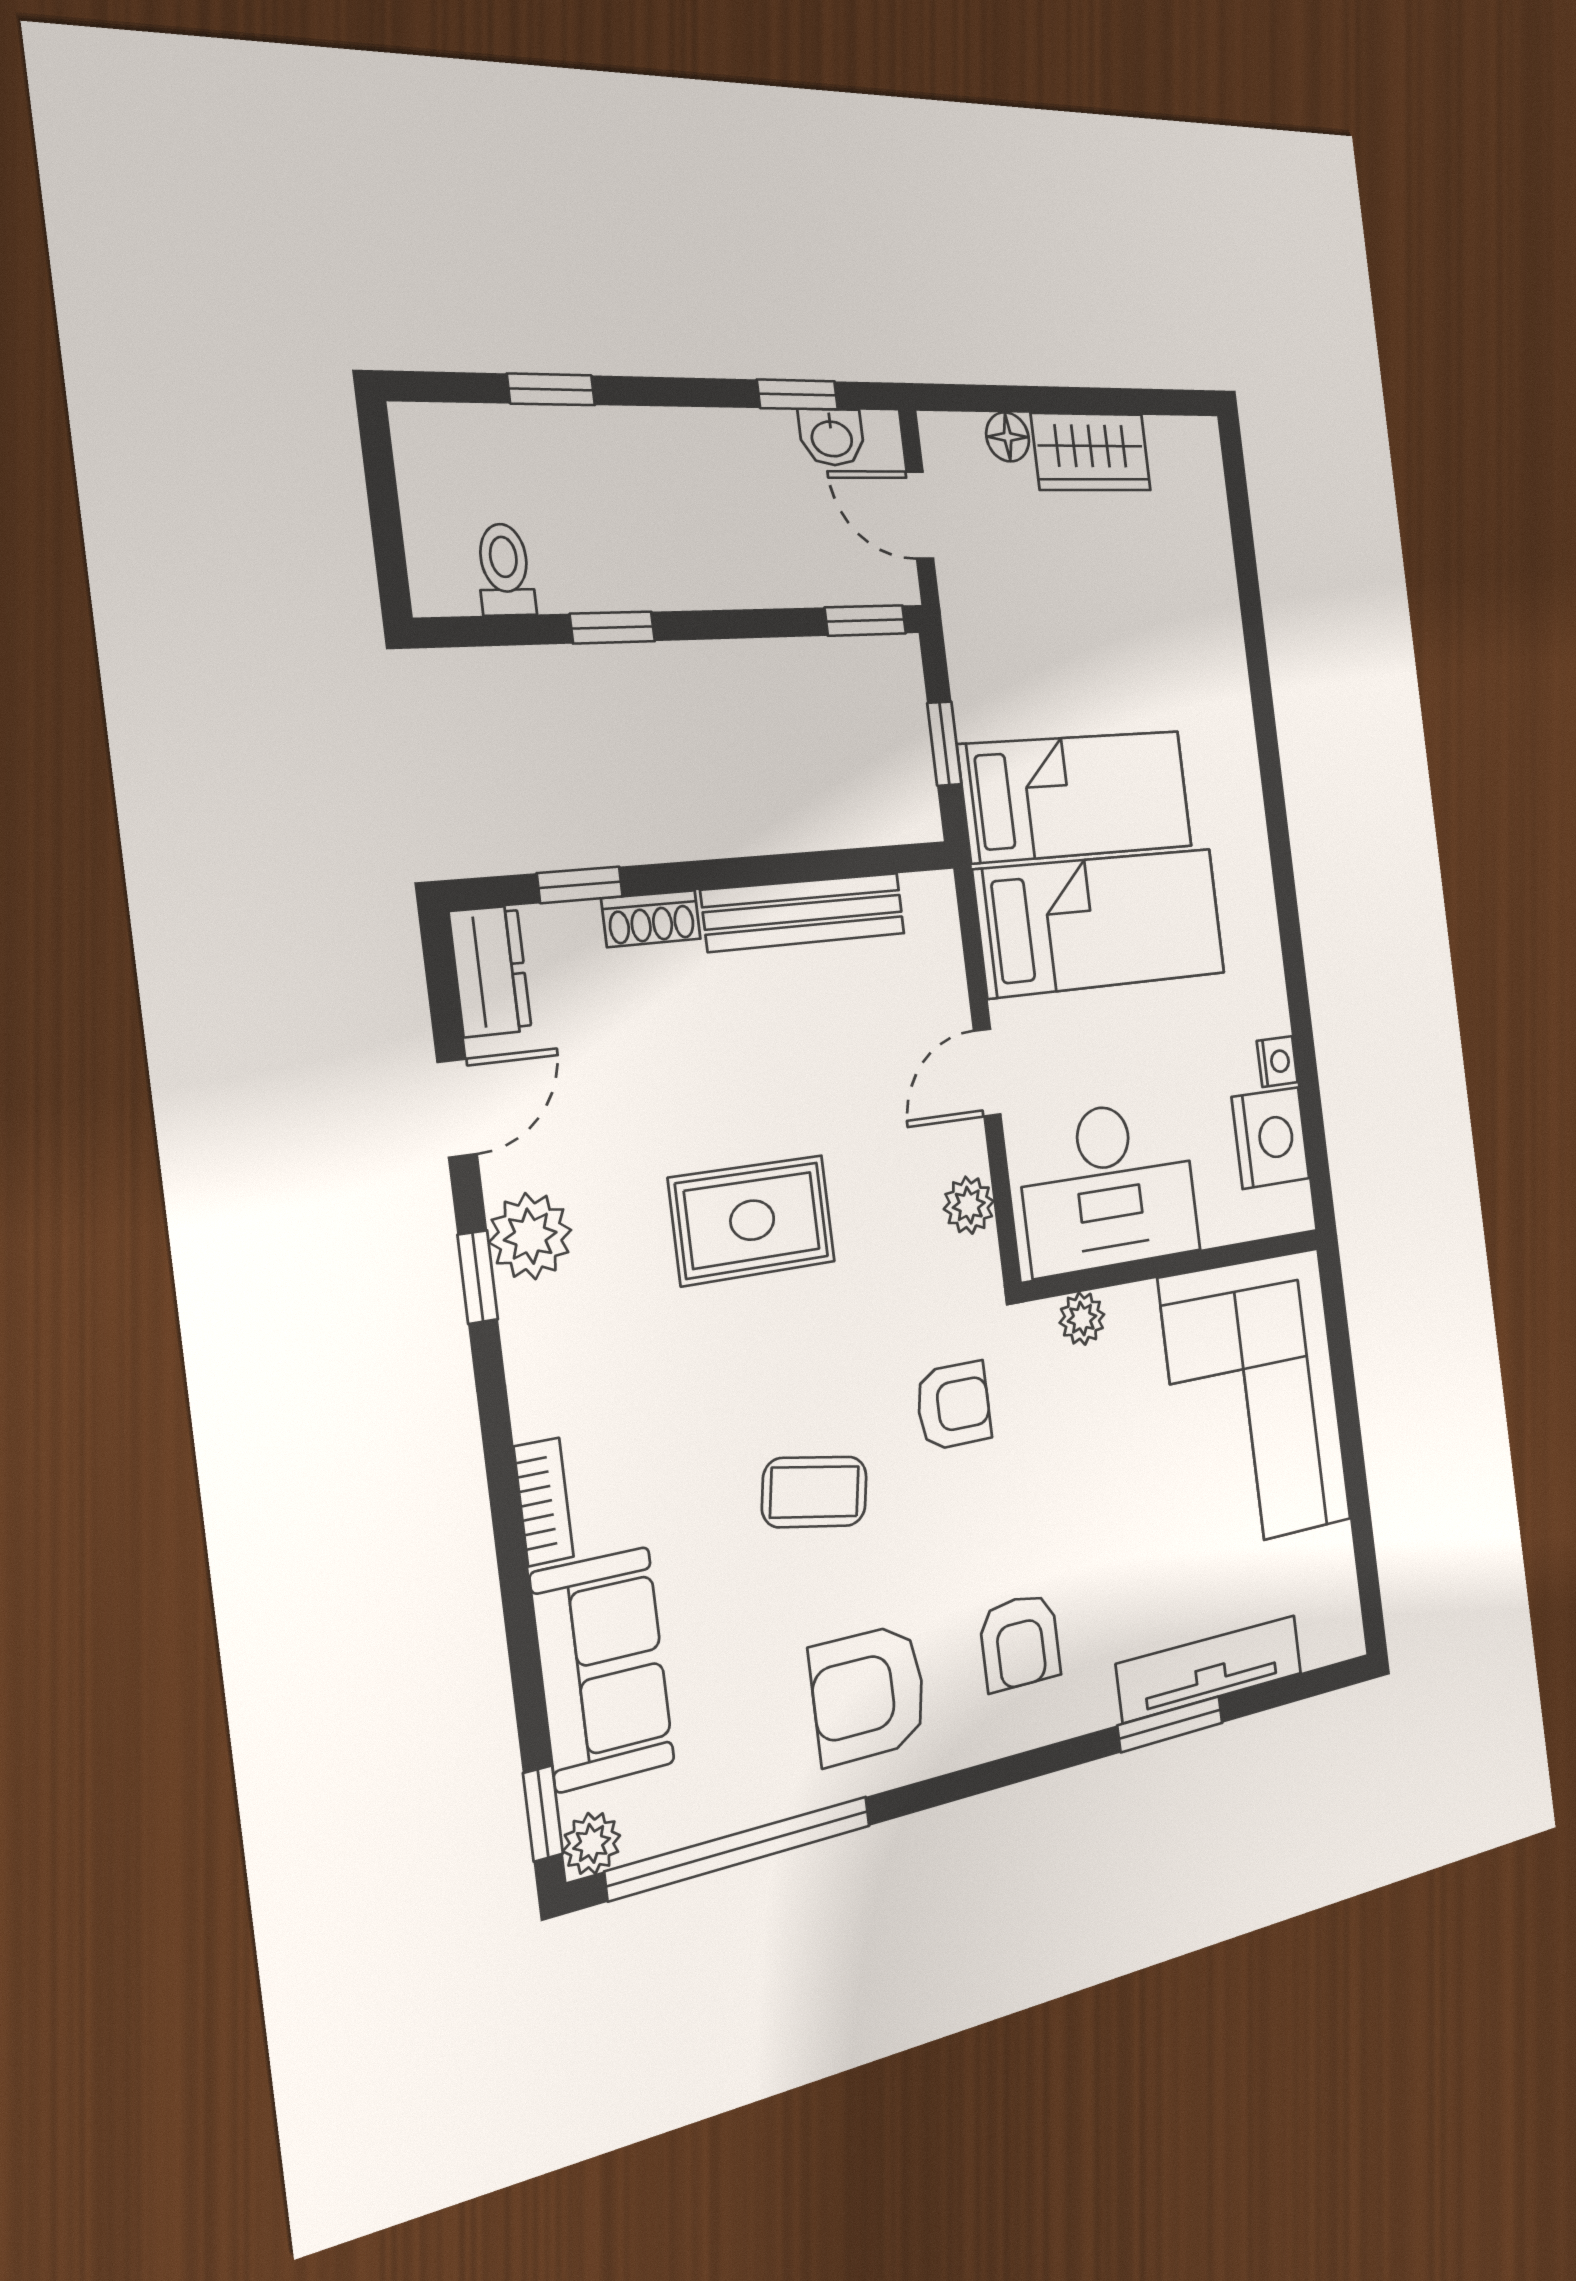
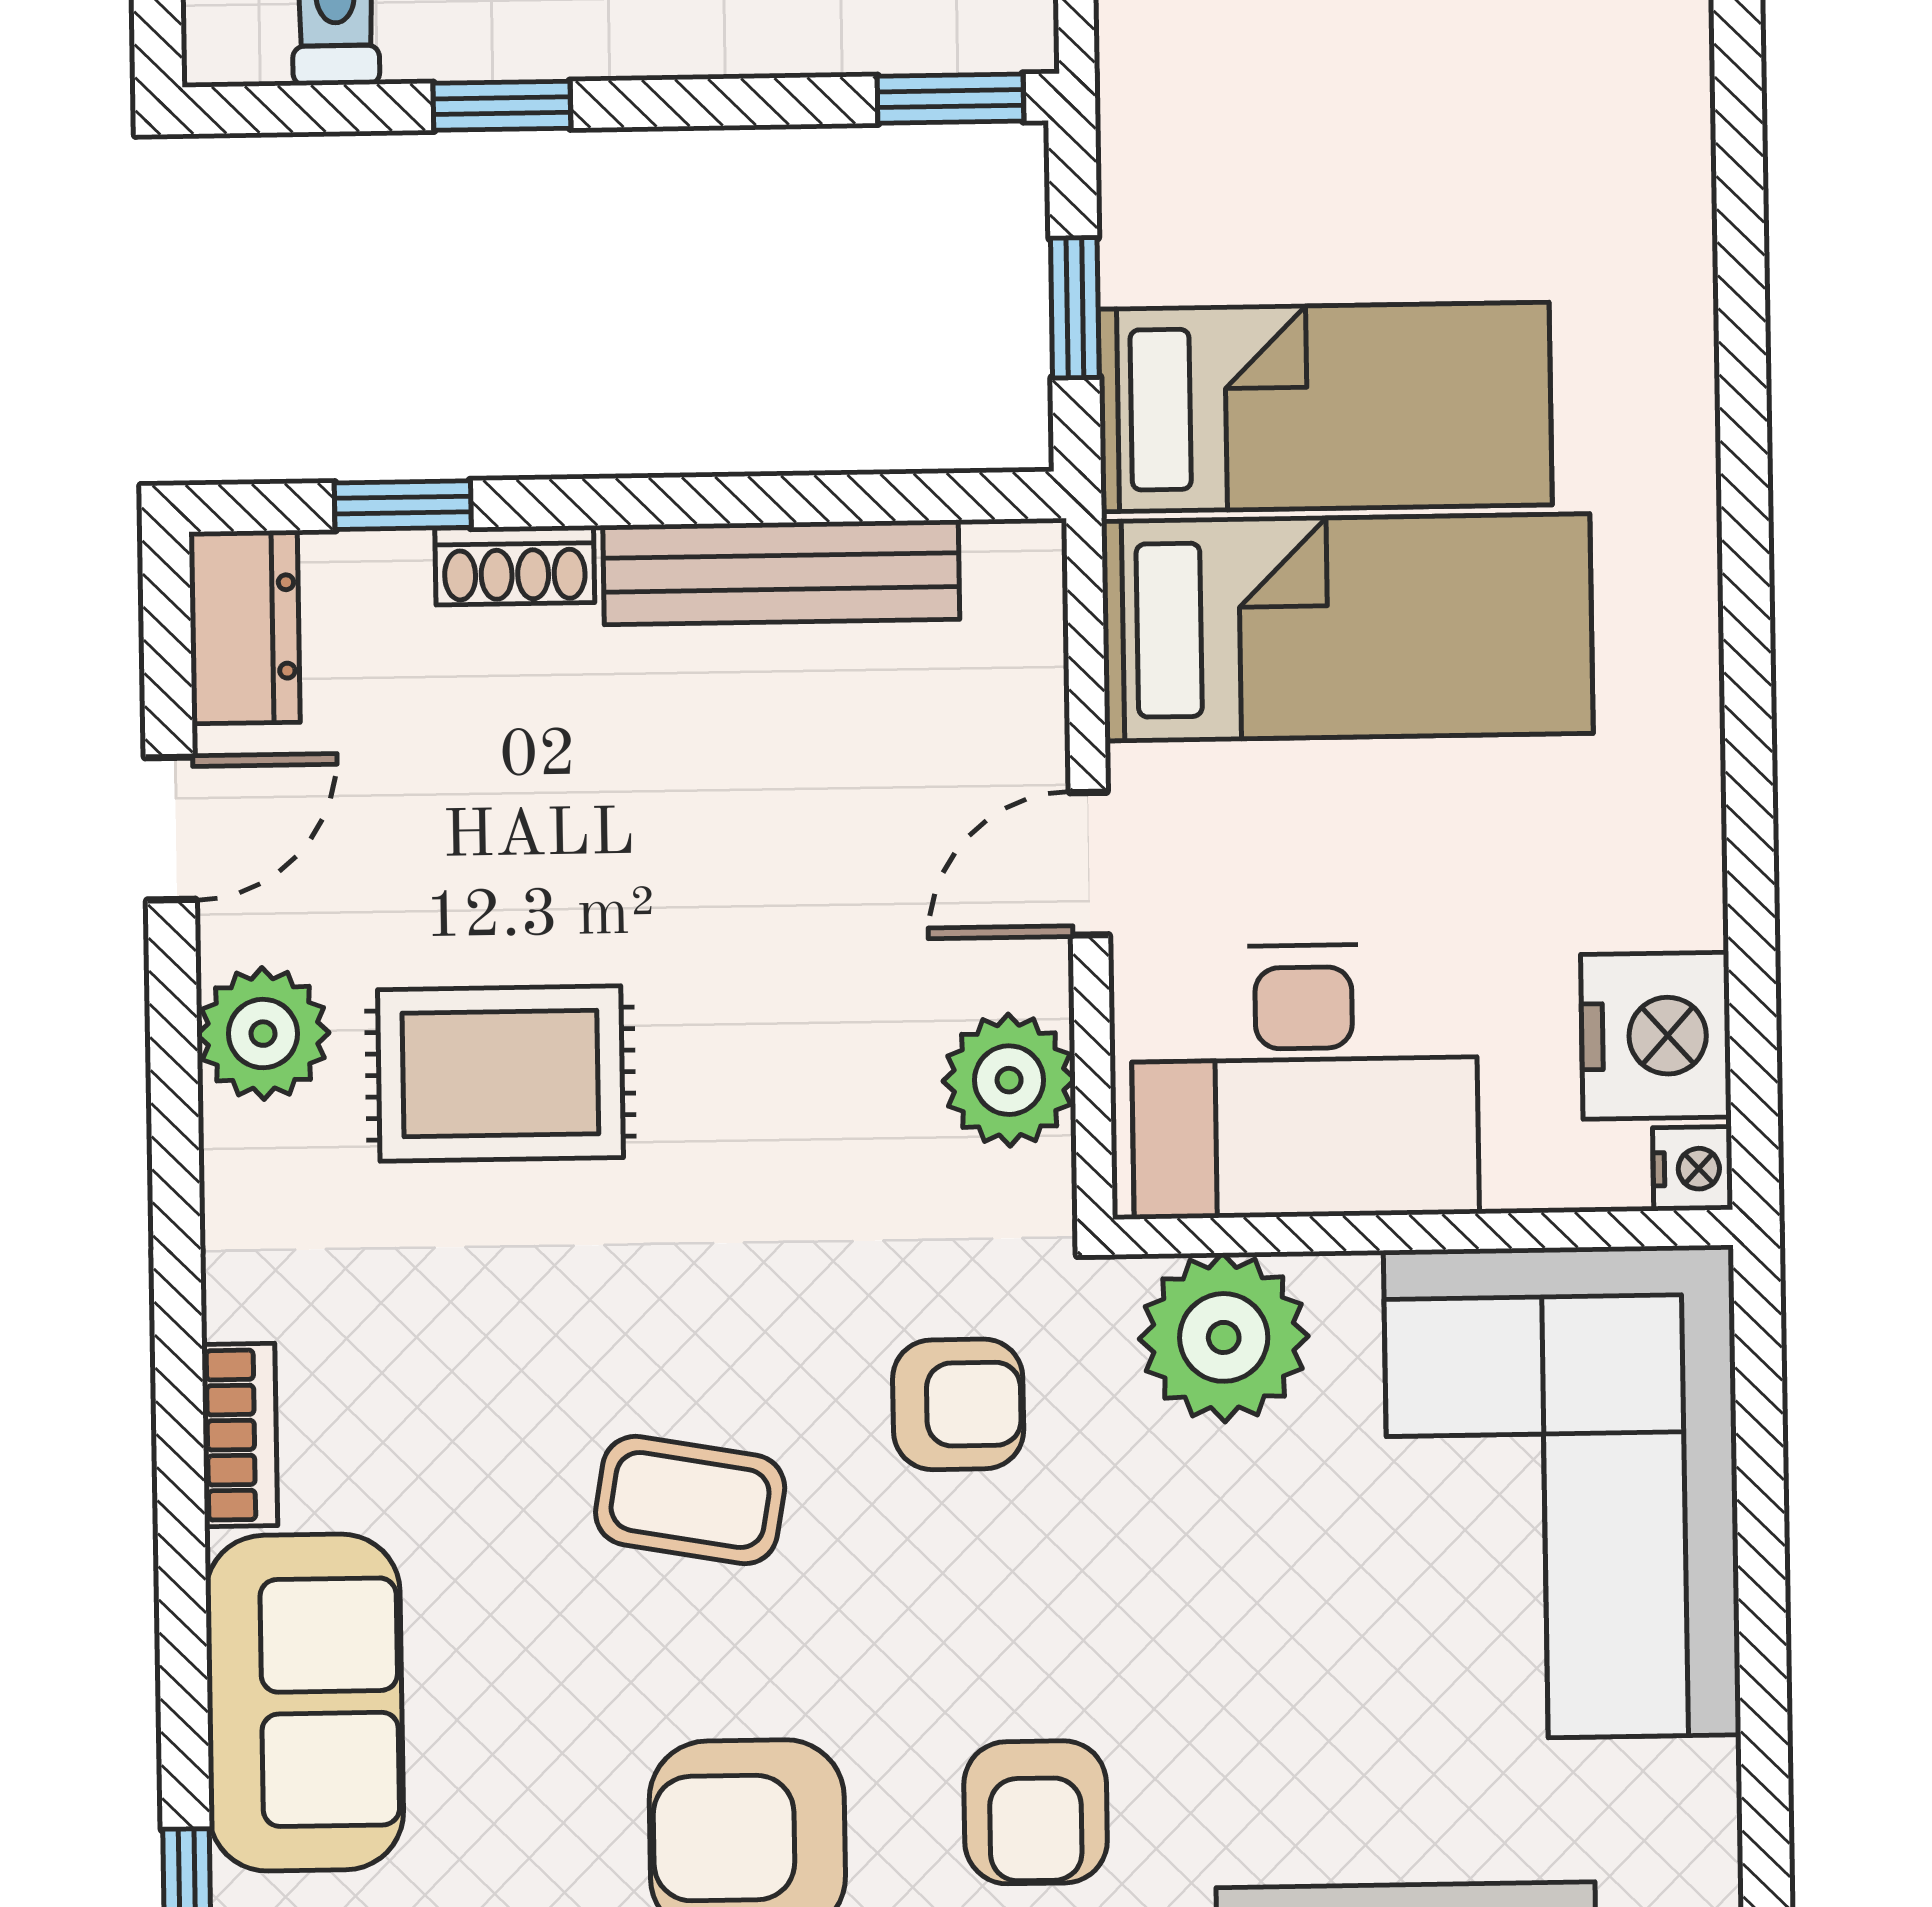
nightstand: (1277, 1062) -> (1693, 1169), moved
plant: (969, 1205) -> (1009, 1080), width x1.38, depth x1.38
rug: (752, 1220) -> (500, 1074), moved
window: (478, 1277) -> (174, 1084), removed
plant: (1082, 1319) -> (1224, 1337), width x1.88, depth x1.88

